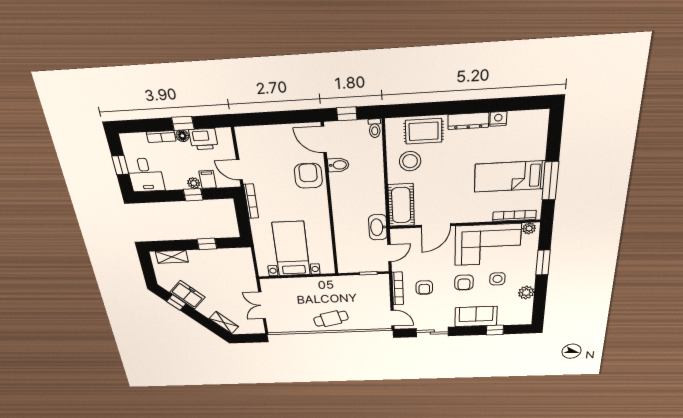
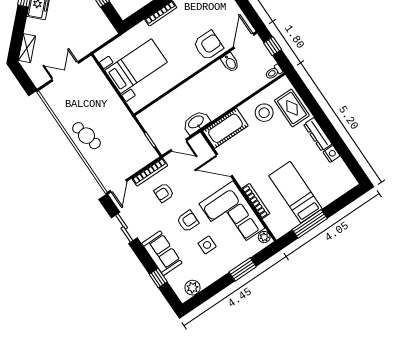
bookcase: (514, 216) -> (256, 201), moved
armchair: (464, 282) -> (188, 221), turned 180
plant: (526, 293) -> (193, 288), moved

